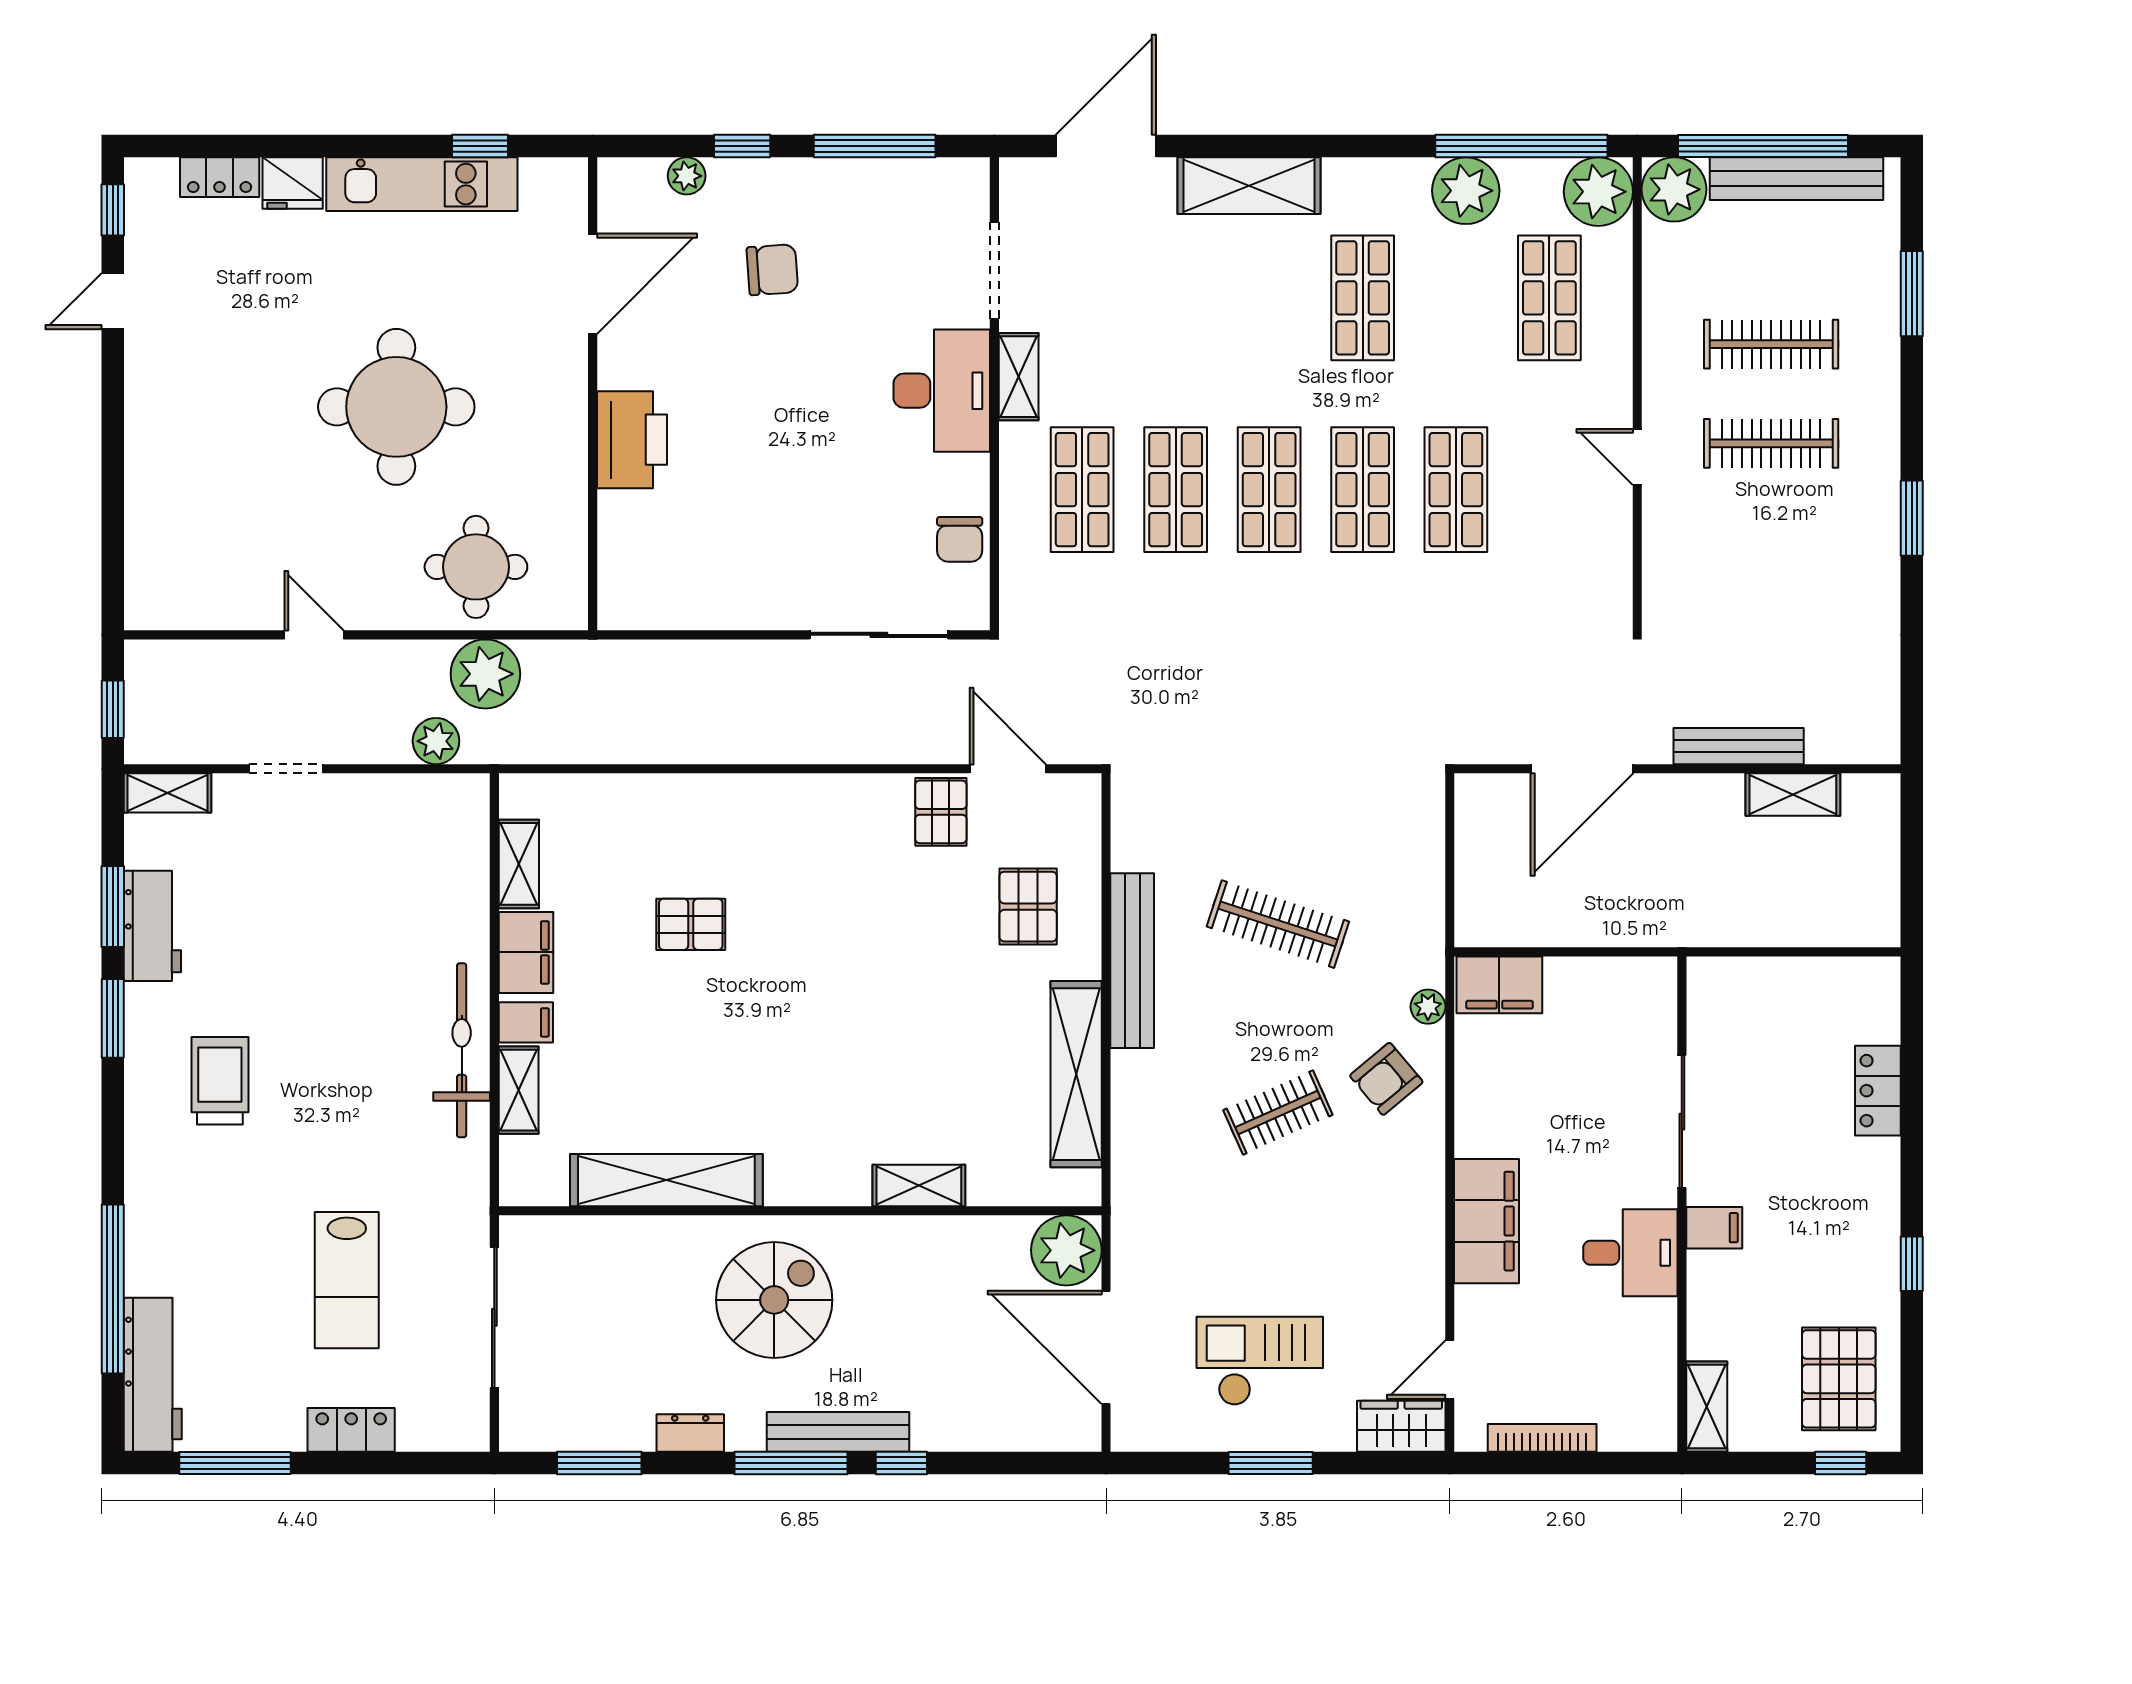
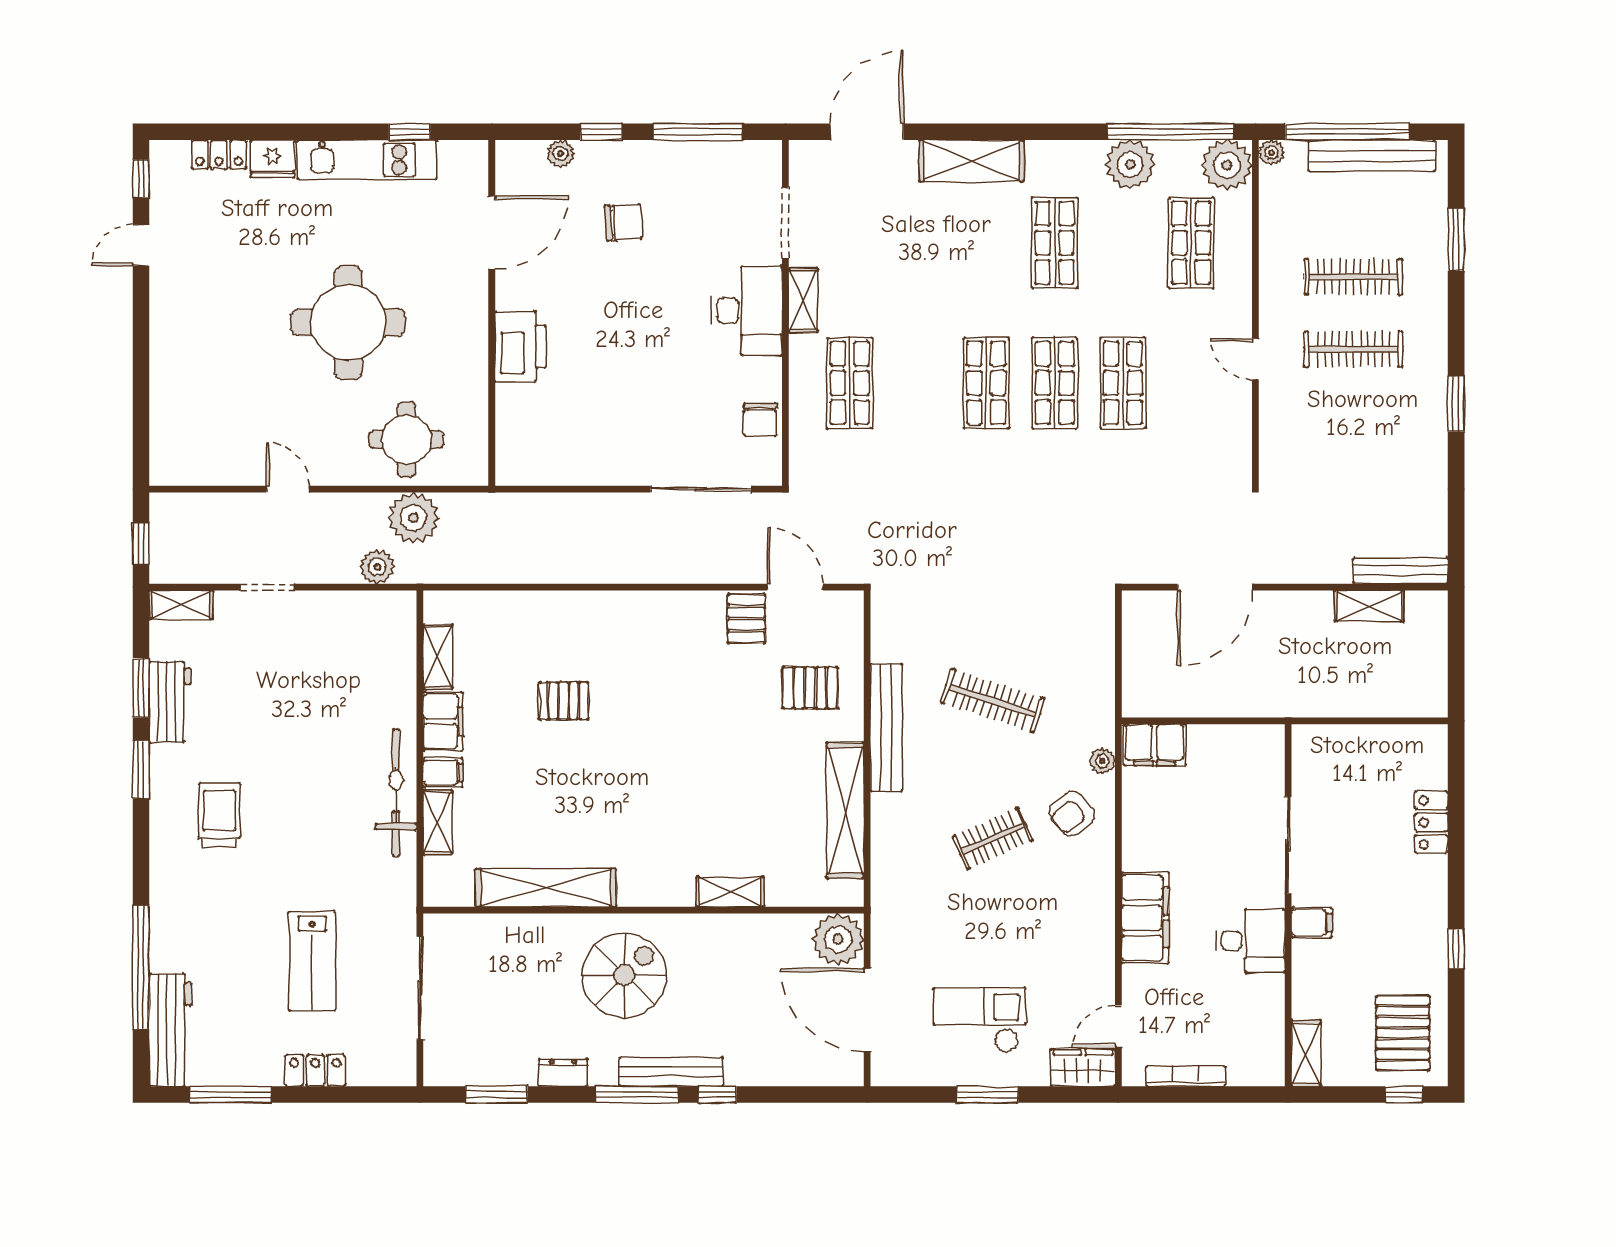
plant: (1674, 189) -> (1271, 153), width x0.53, depth x0.53
shop shelf: (1176, 490) -> (918, 383), removed
bench: (1739, 746) -> (1400, 571), moved
pallet: (1028, 907) -> (810, 688), turned 90

